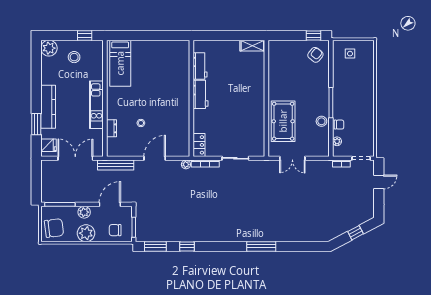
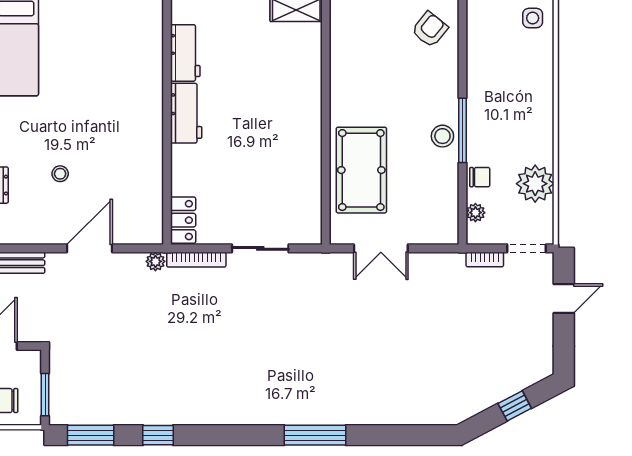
side table: (350, 54) -> (533, 18), moved
stool: (321, 121) -> (442, 136), moved
plant: (365, 128) -> (535, 184), added

